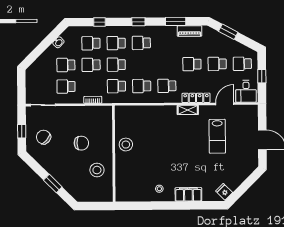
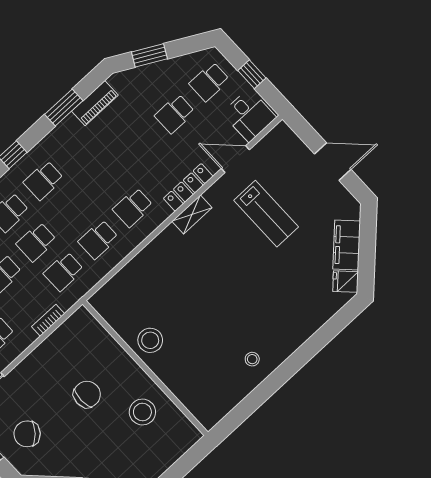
school desk: (192, 64) -> (140, 146), removed
door: (225, 104) -> (235, 159), hinge flipped
filing cabinet: (188, 194) -> (347, 245), moved, turned -45

